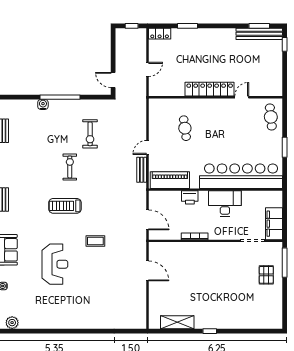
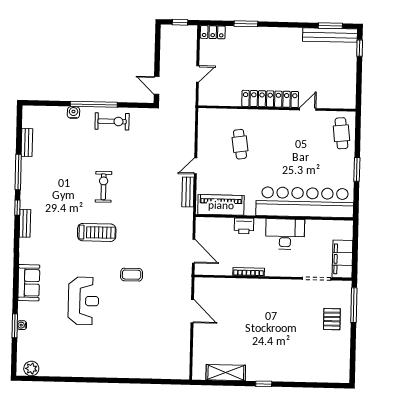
exercise bike: (90, 134) -> (112, 121), moved, turned -90
treadmill: (65, 206) -> (97, 232), turned 180

